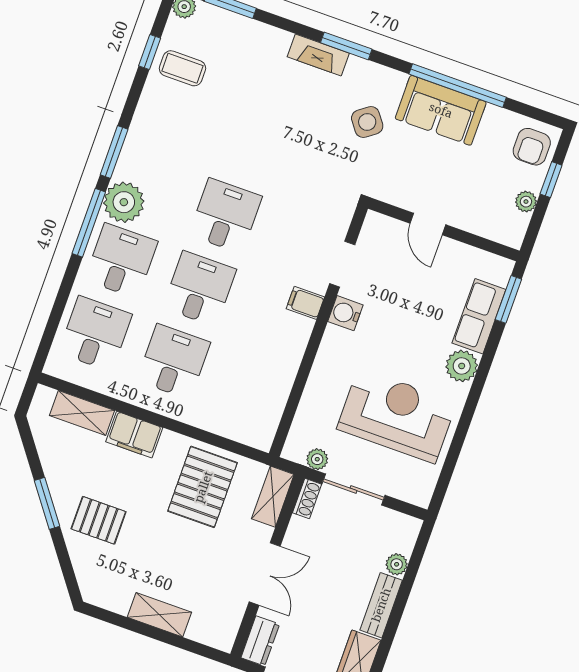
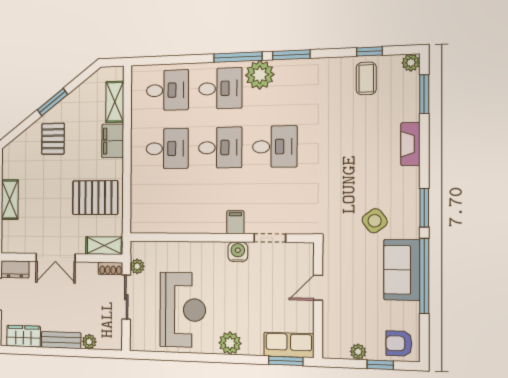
window: (346, 46) -> (424, 208), moved
fireplace: (318, 55) -> (410, 144), moved
row of seats: (479, 316) -> (289, 345), moved

